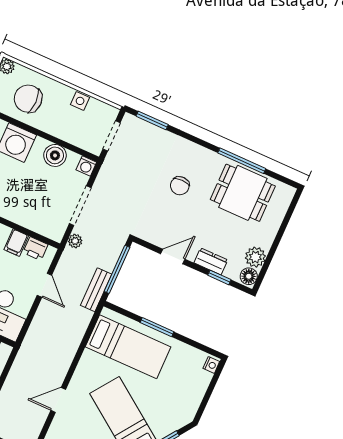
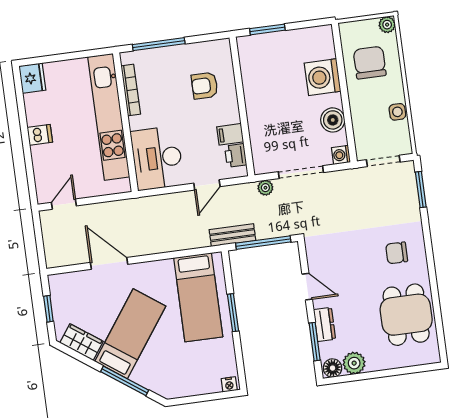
window: (242, 161) -> (435, 295), removed
chair: (180, 186) -> (397, 253), moved
window: (219, 277) -> (315, 342), width x1.50
door: (58, 400) -> (109, 263), width x1.38

